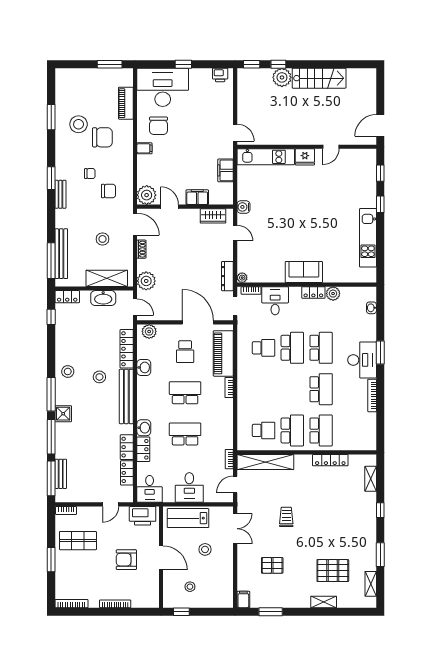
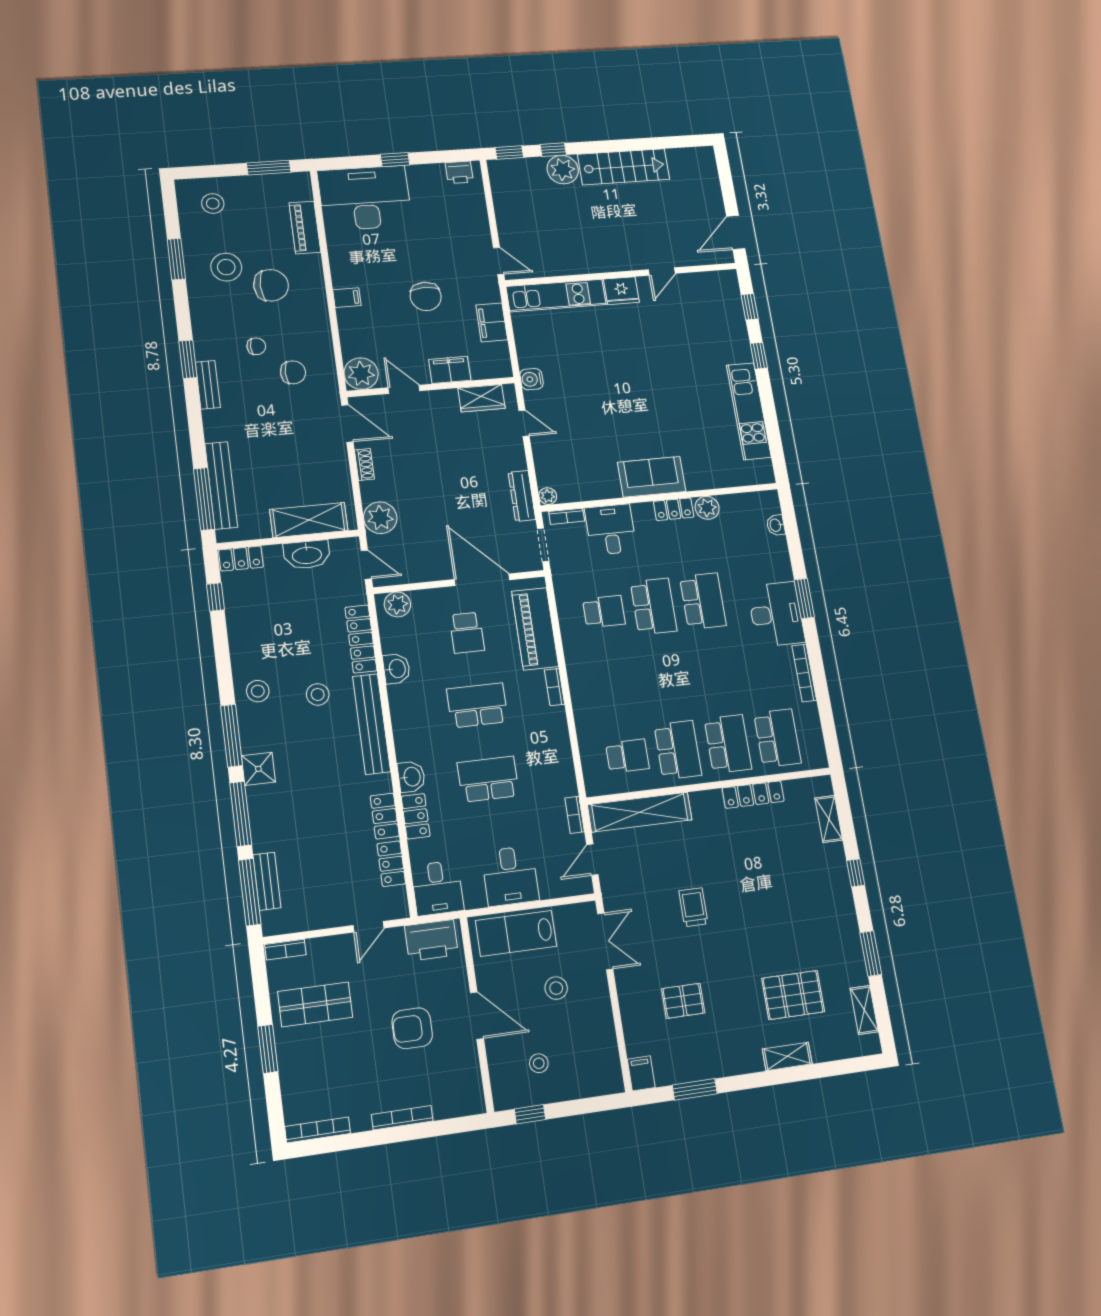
chair: (159, 126) -> (426, 296), moved
stool: (103, 239) -> (213, 203), moved
school desk: (321, 389) -> (777, 738), moved

